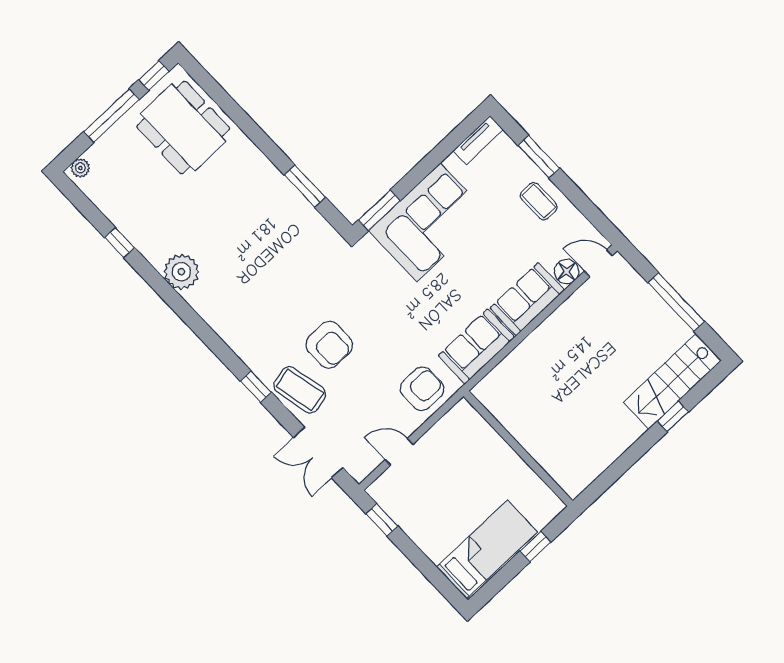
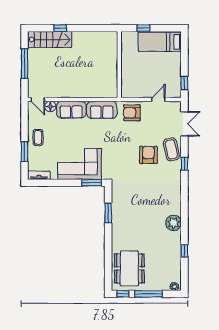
door: (399, 452) -> (158, 100), swing flipped

